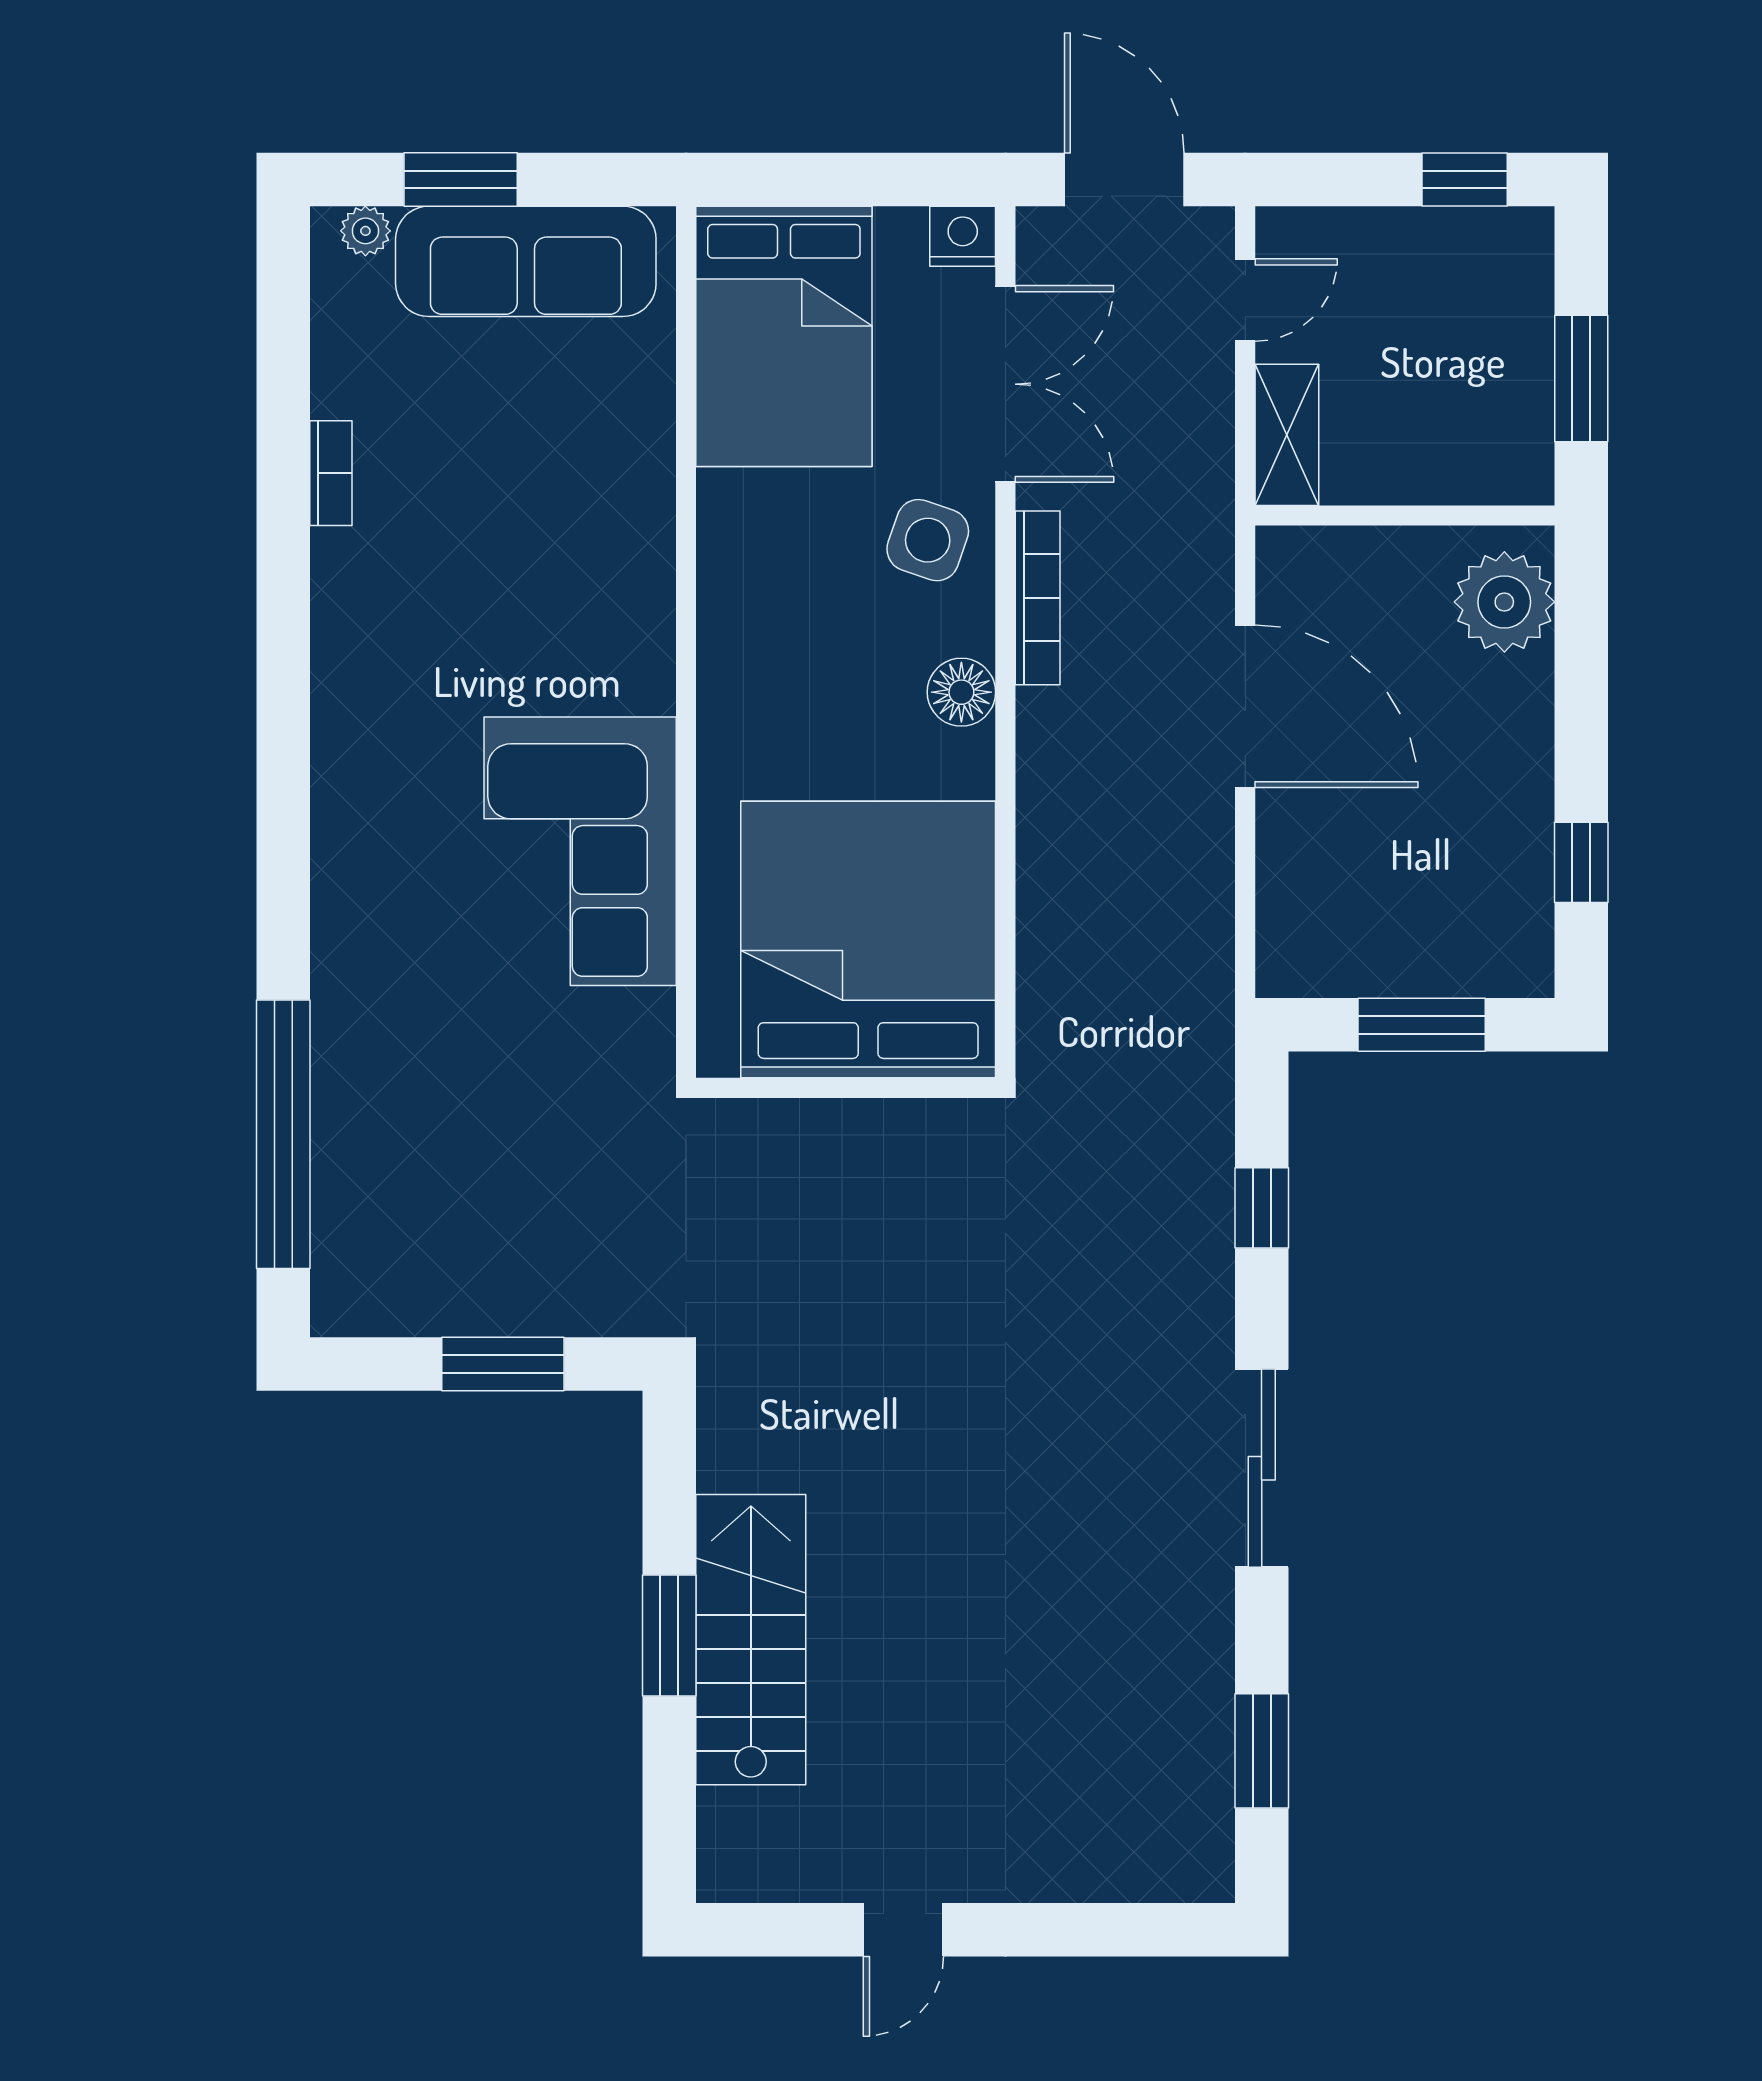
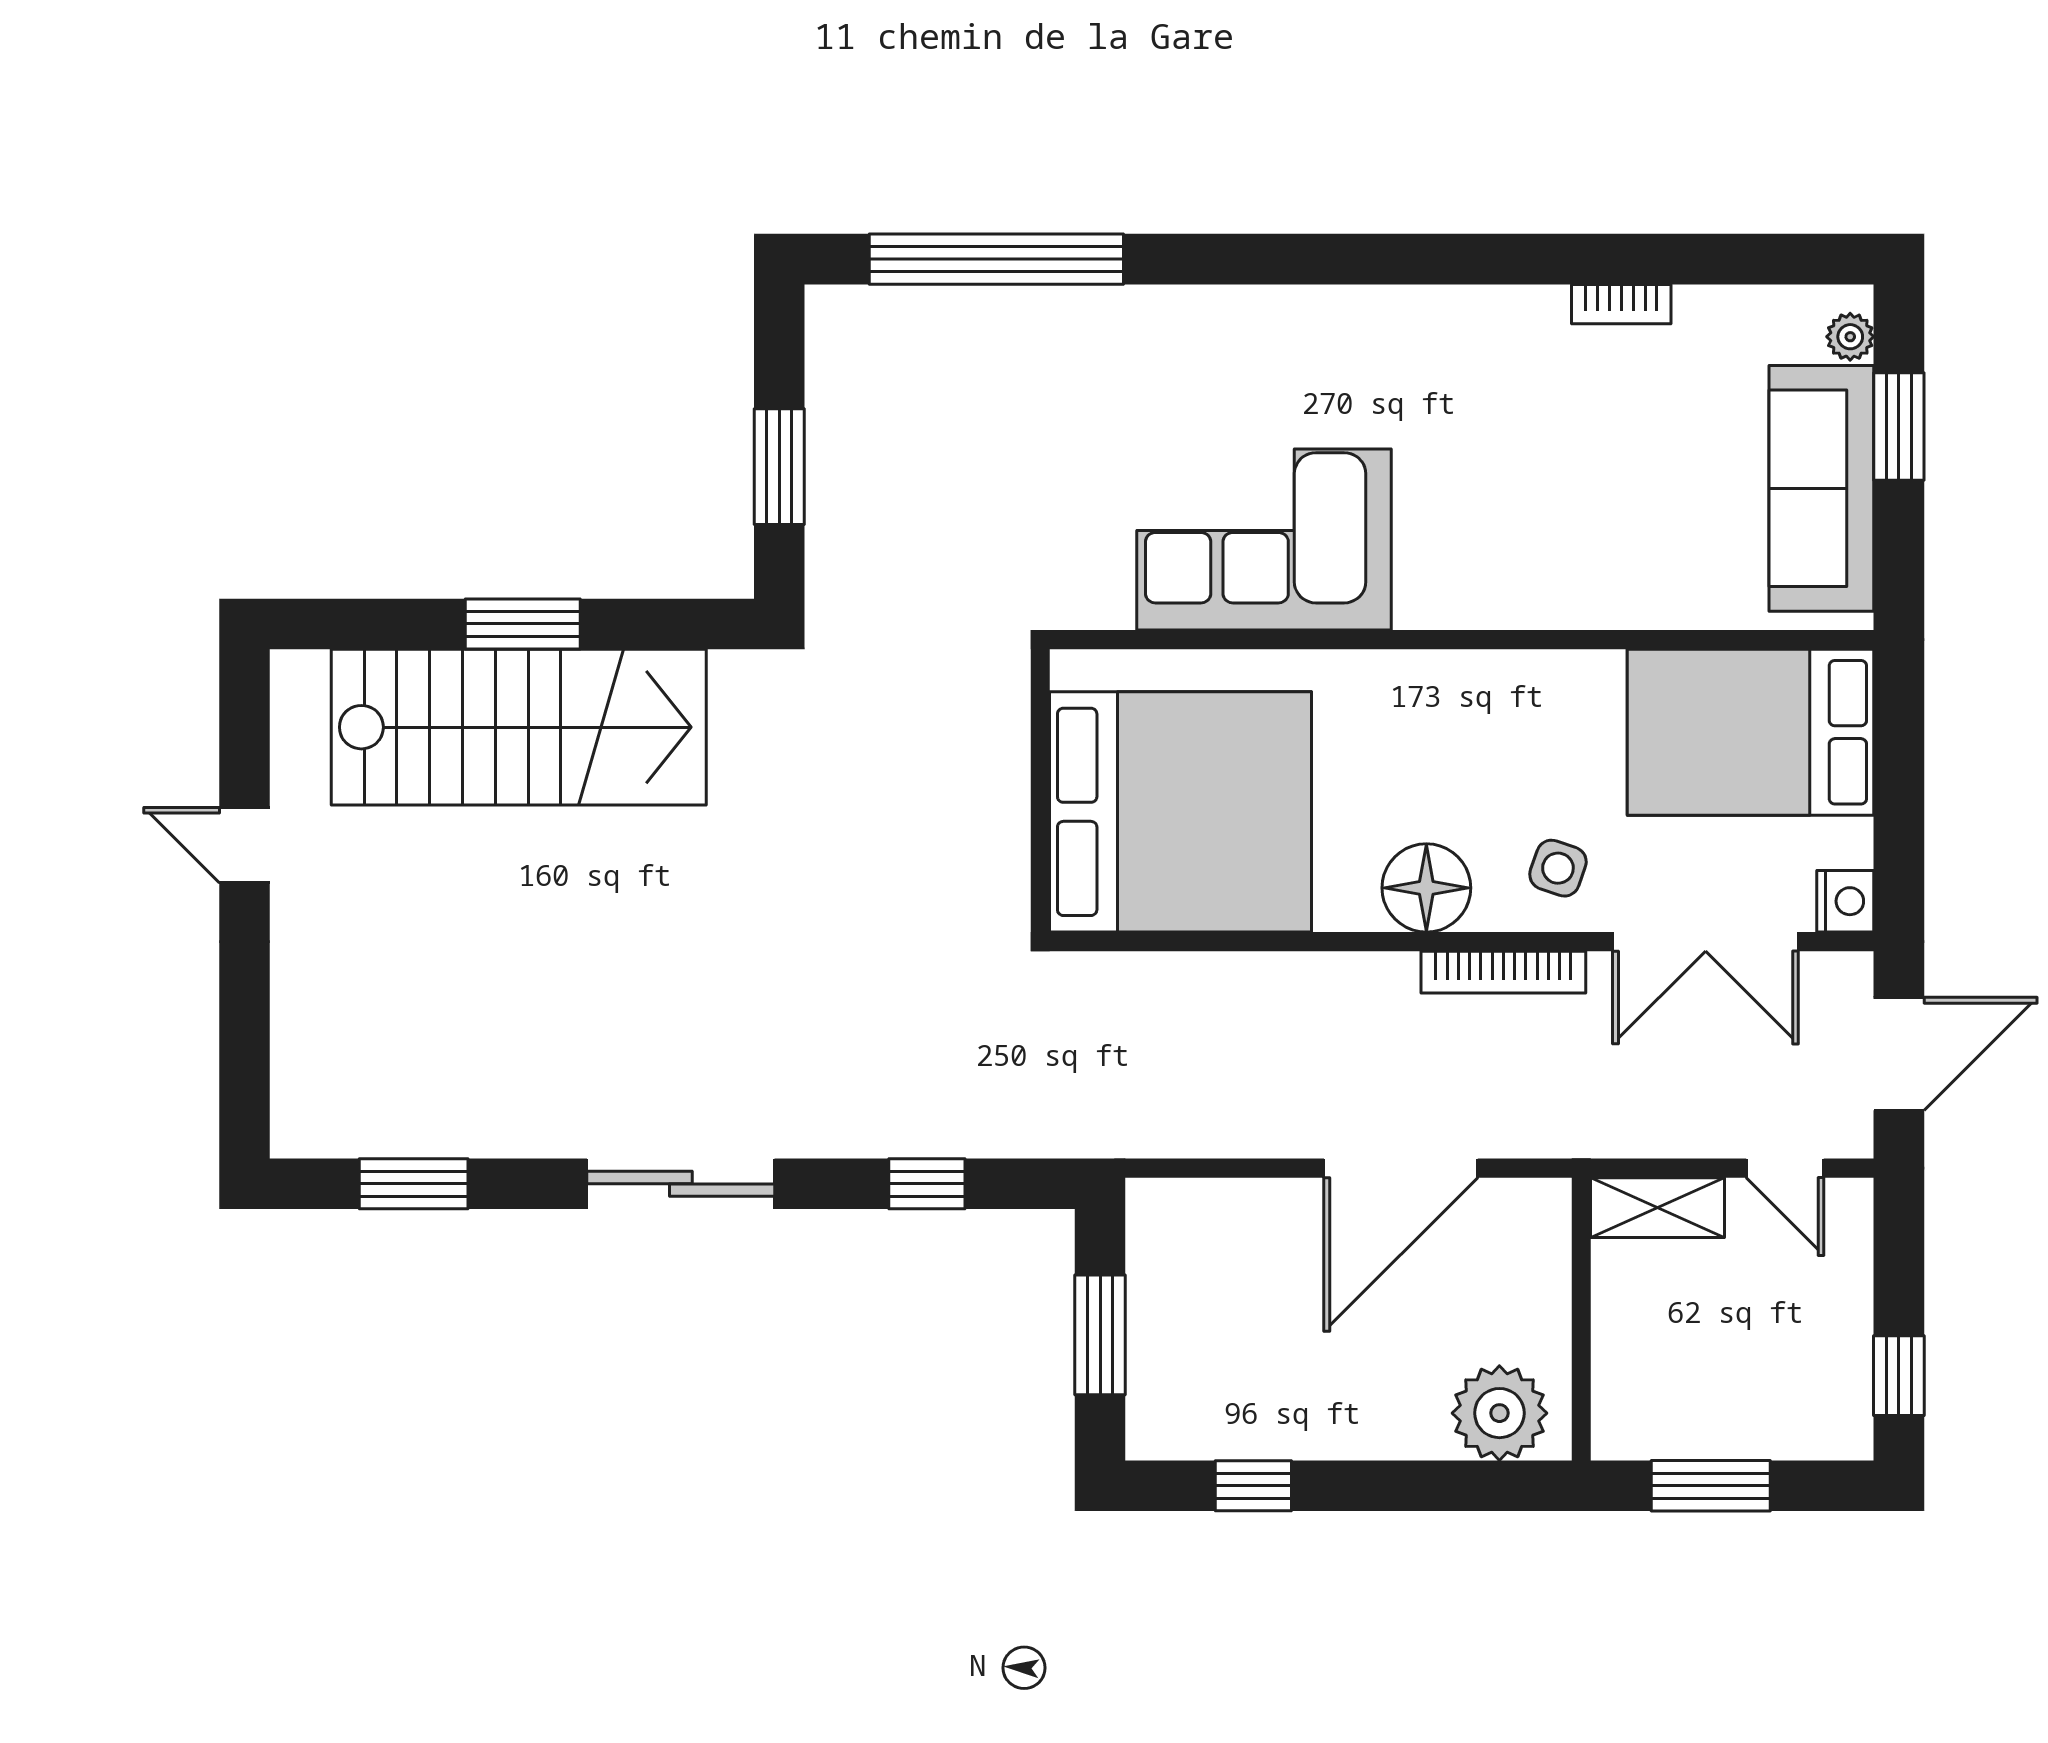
side table: (928, 540) -> (1558, 868), width x0.73, depth x0.73
floor lamp: (961, 692) -> (1426, 888), width x1.38, depth x1.38
stairs: (751, 1640) -> (519, 727), width x1.36, depth x1.51

